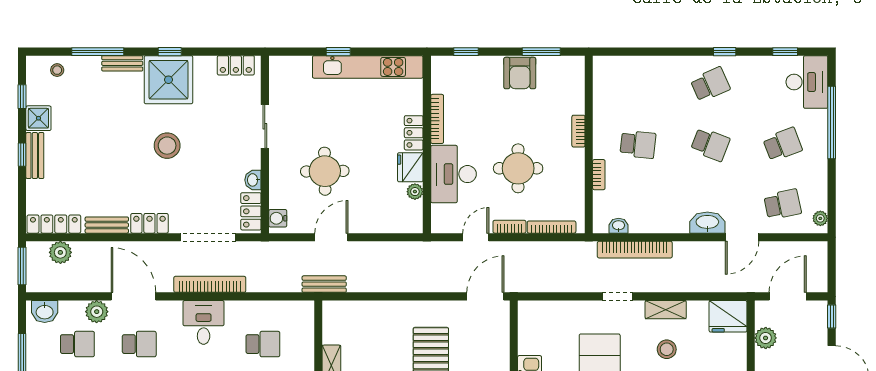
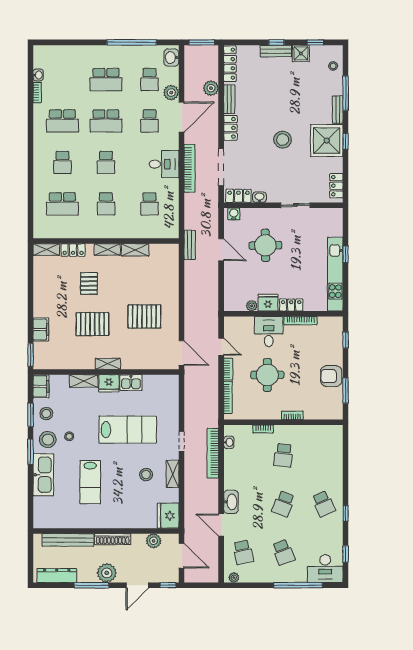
desk: (453, 174) -> (269, 332), width x0.73
plant: (60, 252) -> (211, 88), moved

